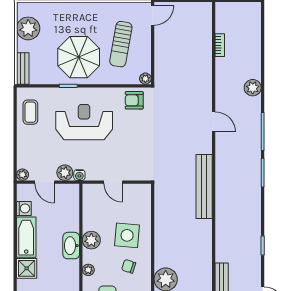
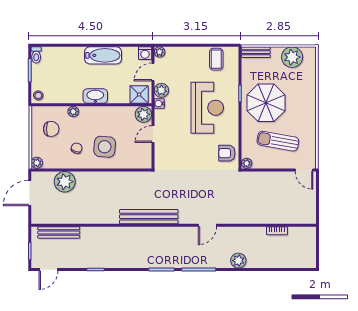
armchair: (134, 100) -> (227, 153), turned -90
coffee table: (30, 112) -> (216, 59), turned 90
washing machine: (24, 208) -> (145, 53), moved
plant: (91, 240) -> (143, 114), moved
shower: (27, 268) -> (139, 95), moved

